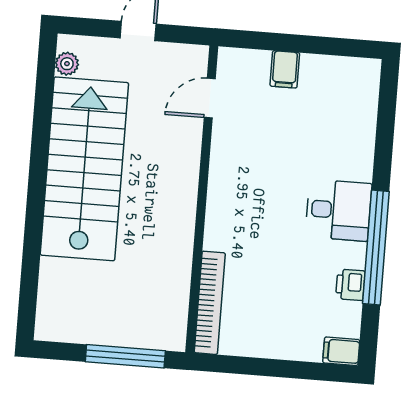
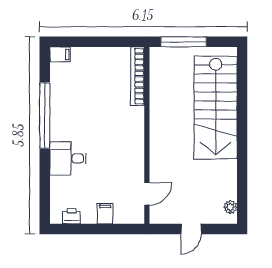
stairs: (84, 169) -> (216, 108), moved
desk: (338, 210) -> (68, 158), moved
printer: (350, 285) -> (72, 216), moved, turned -90

